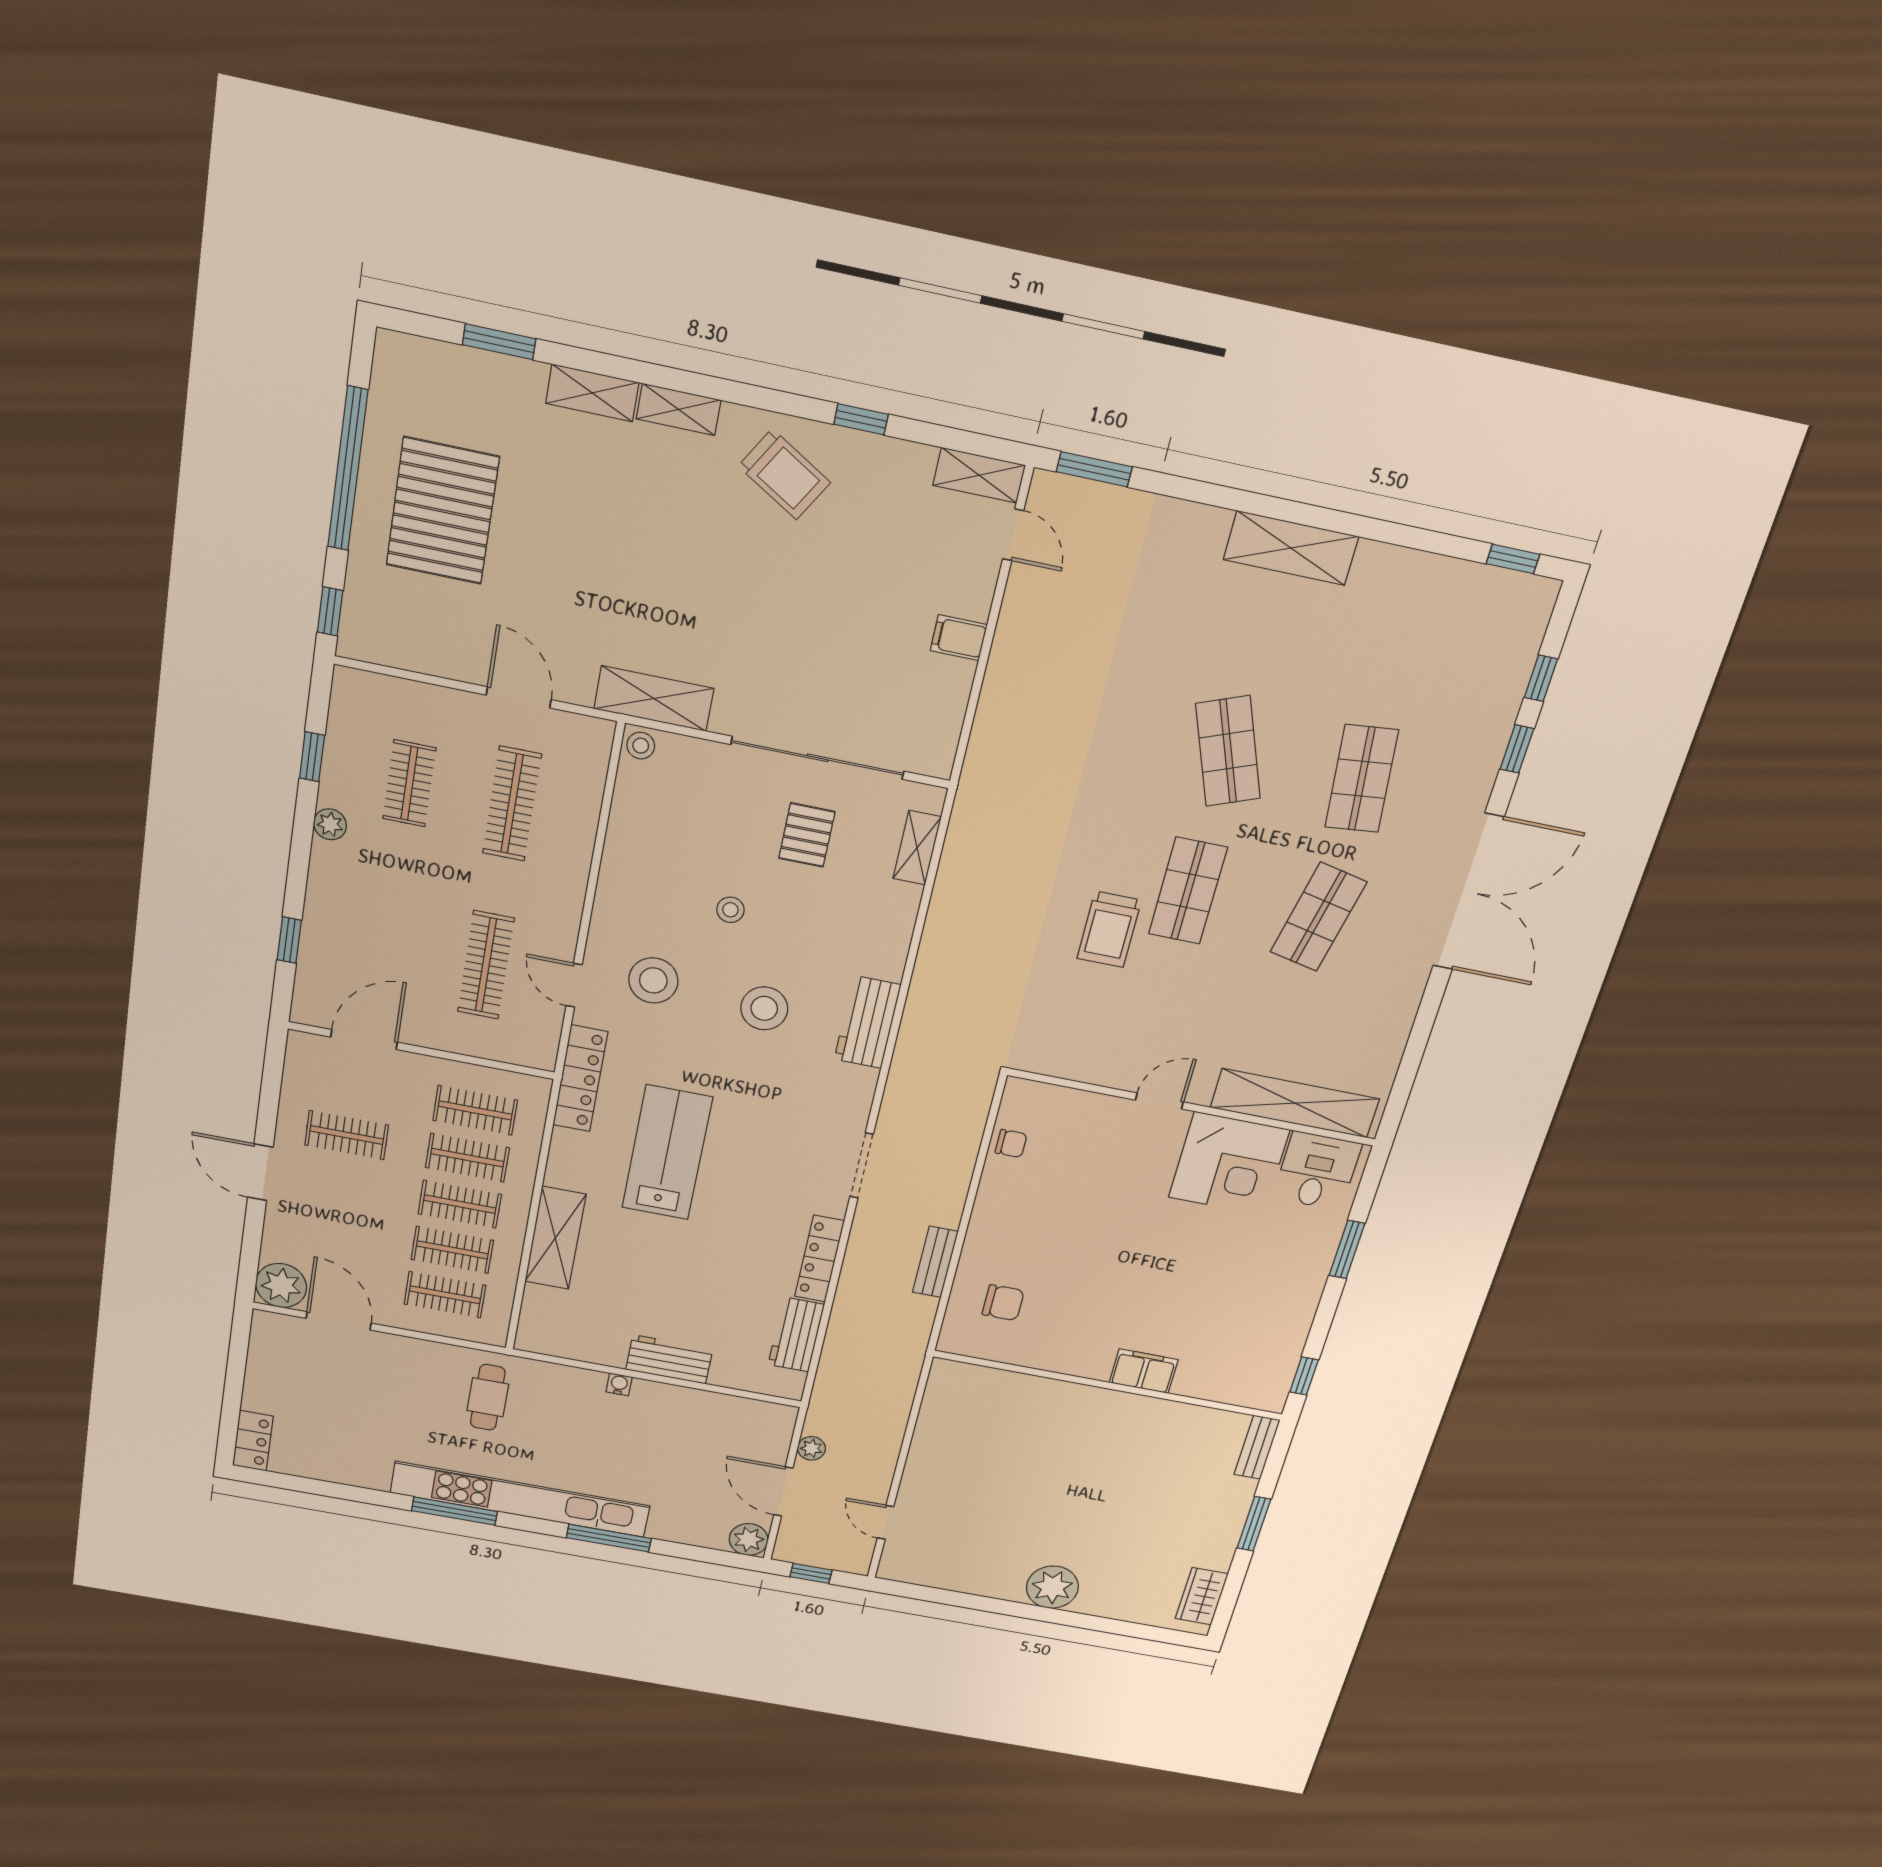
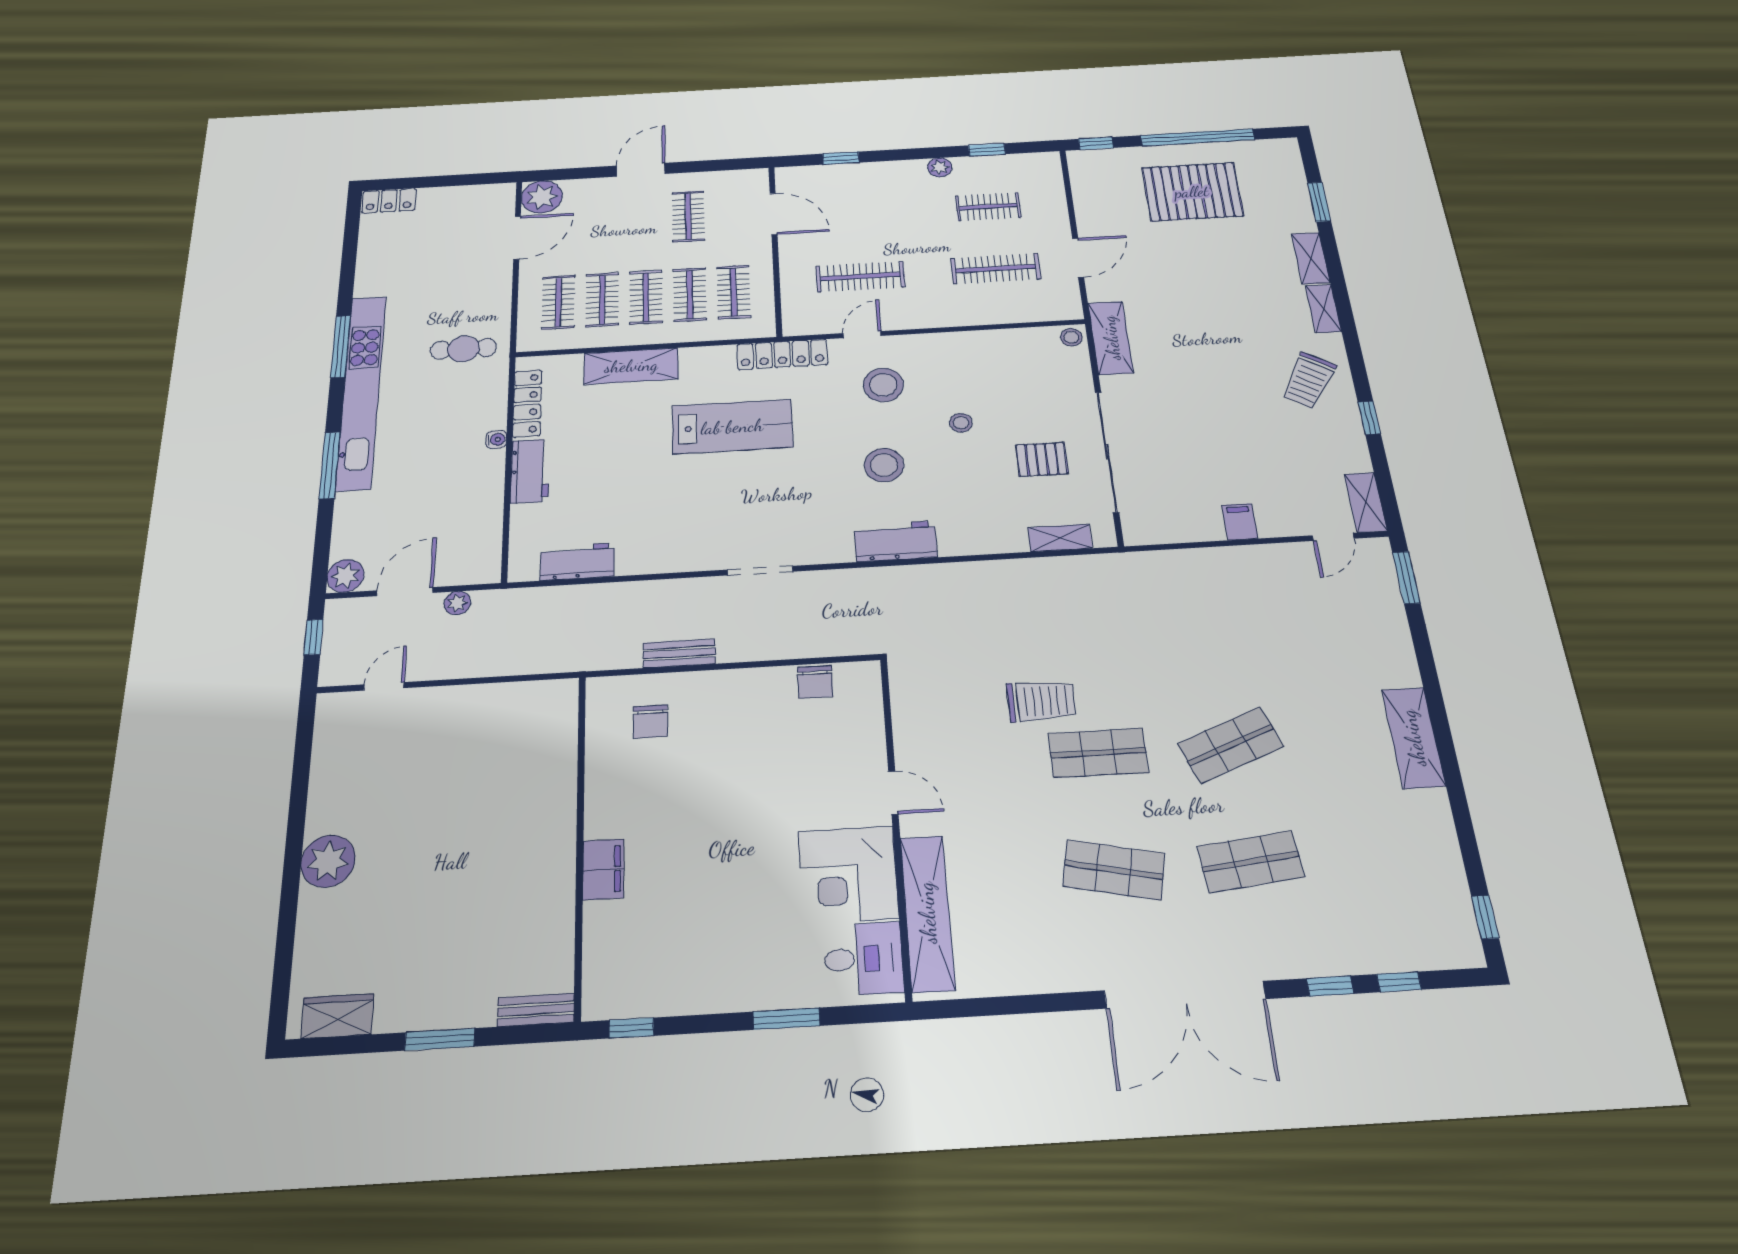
trolley: (1109, 929) -> (1041, 701), turned 180
chair: (1011, 1143) -> (815, 682), width x1.37, depth x1.37
locker: (819, 1259) -> (527, 403), moved, turned 90

